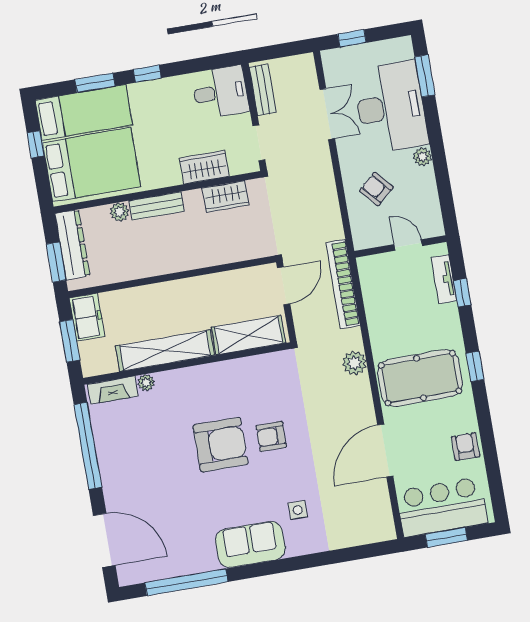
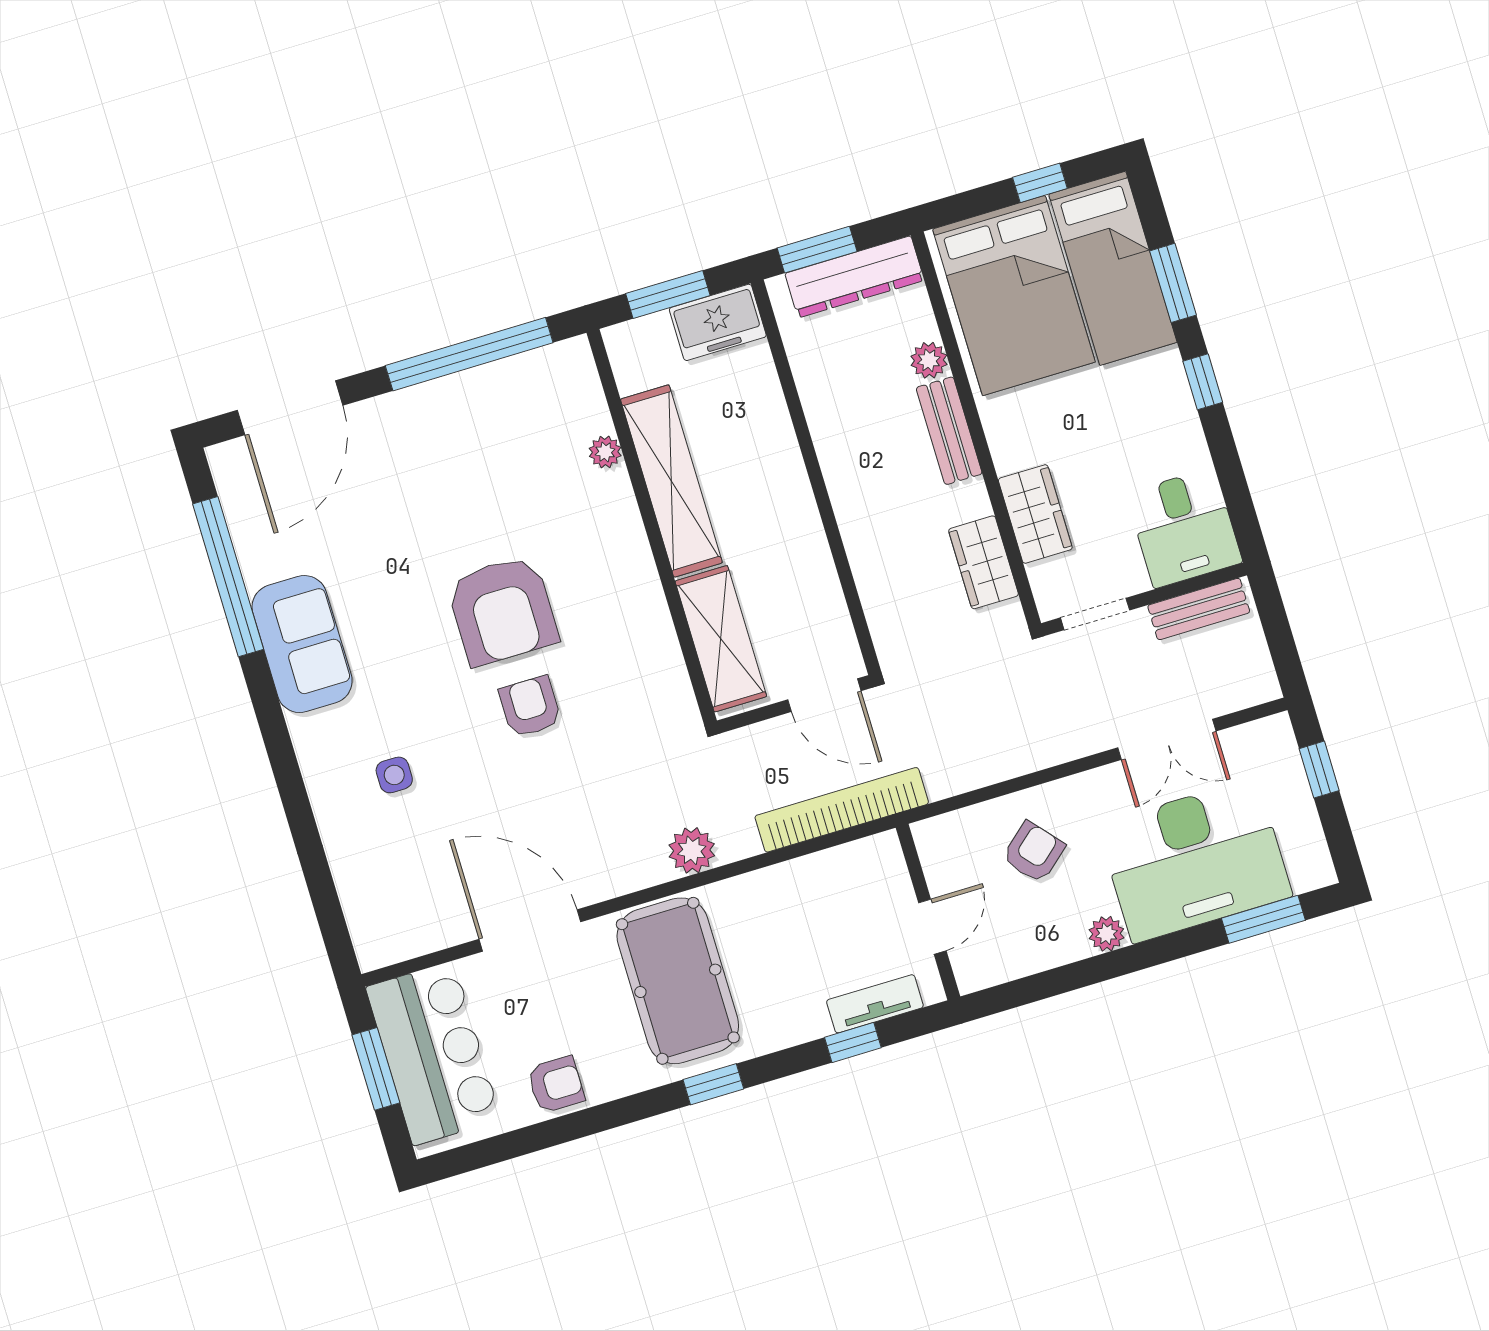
fireplace: (113, 390) -> (583, 389), removed
sofa: (250, 544) -> (302, 644), moved

